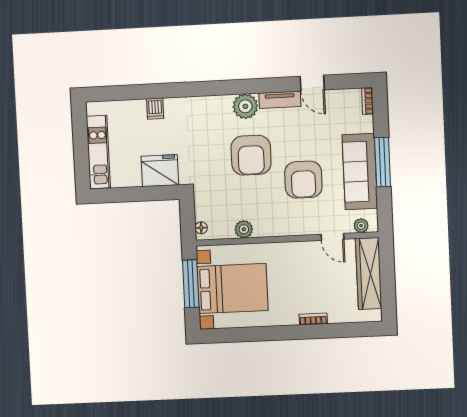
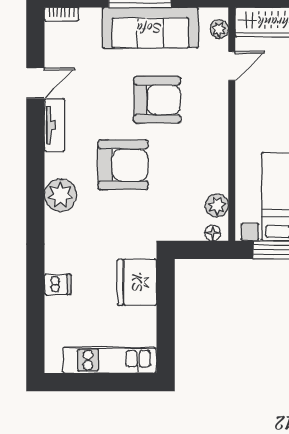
plant: (245, 106) -> (61, 195), moved
plant: (244, 229) -> (217, 205), moved

